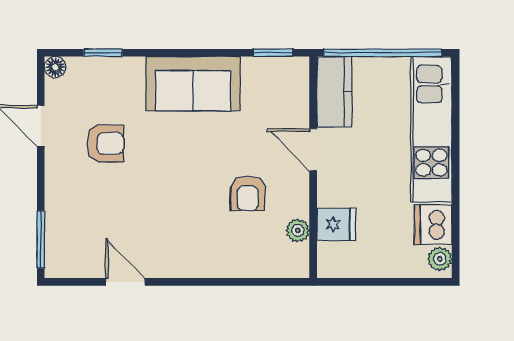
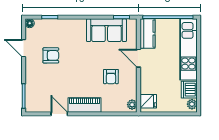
sofa: (193, 84) -> (106, 30), moved
fridge: (336, 224) -> (148, 101), moved
plant: (298, 231) -> (132, 105), moved
piano: (185, 261) -> (85, 105), added

